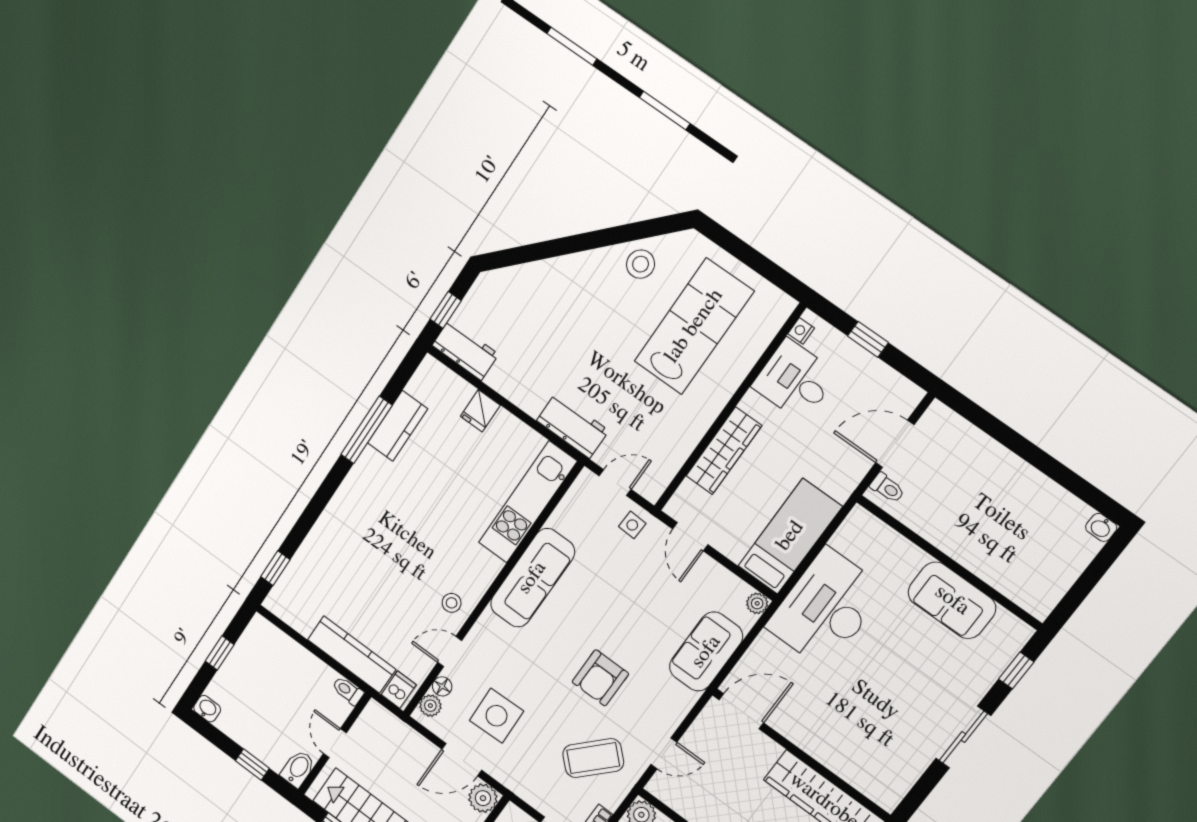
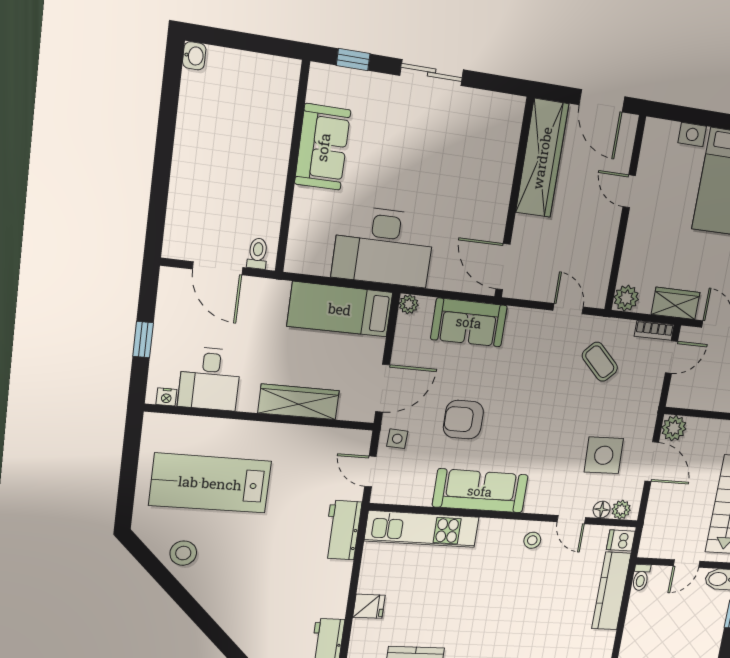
door: (690, 537) -> (383, 388), width x1.38
armchair: (600, 678) -> (463, 420), moved, turned 180
coffee table: (593, 758) -> (600, 362), width x0.73, depth x0.77

